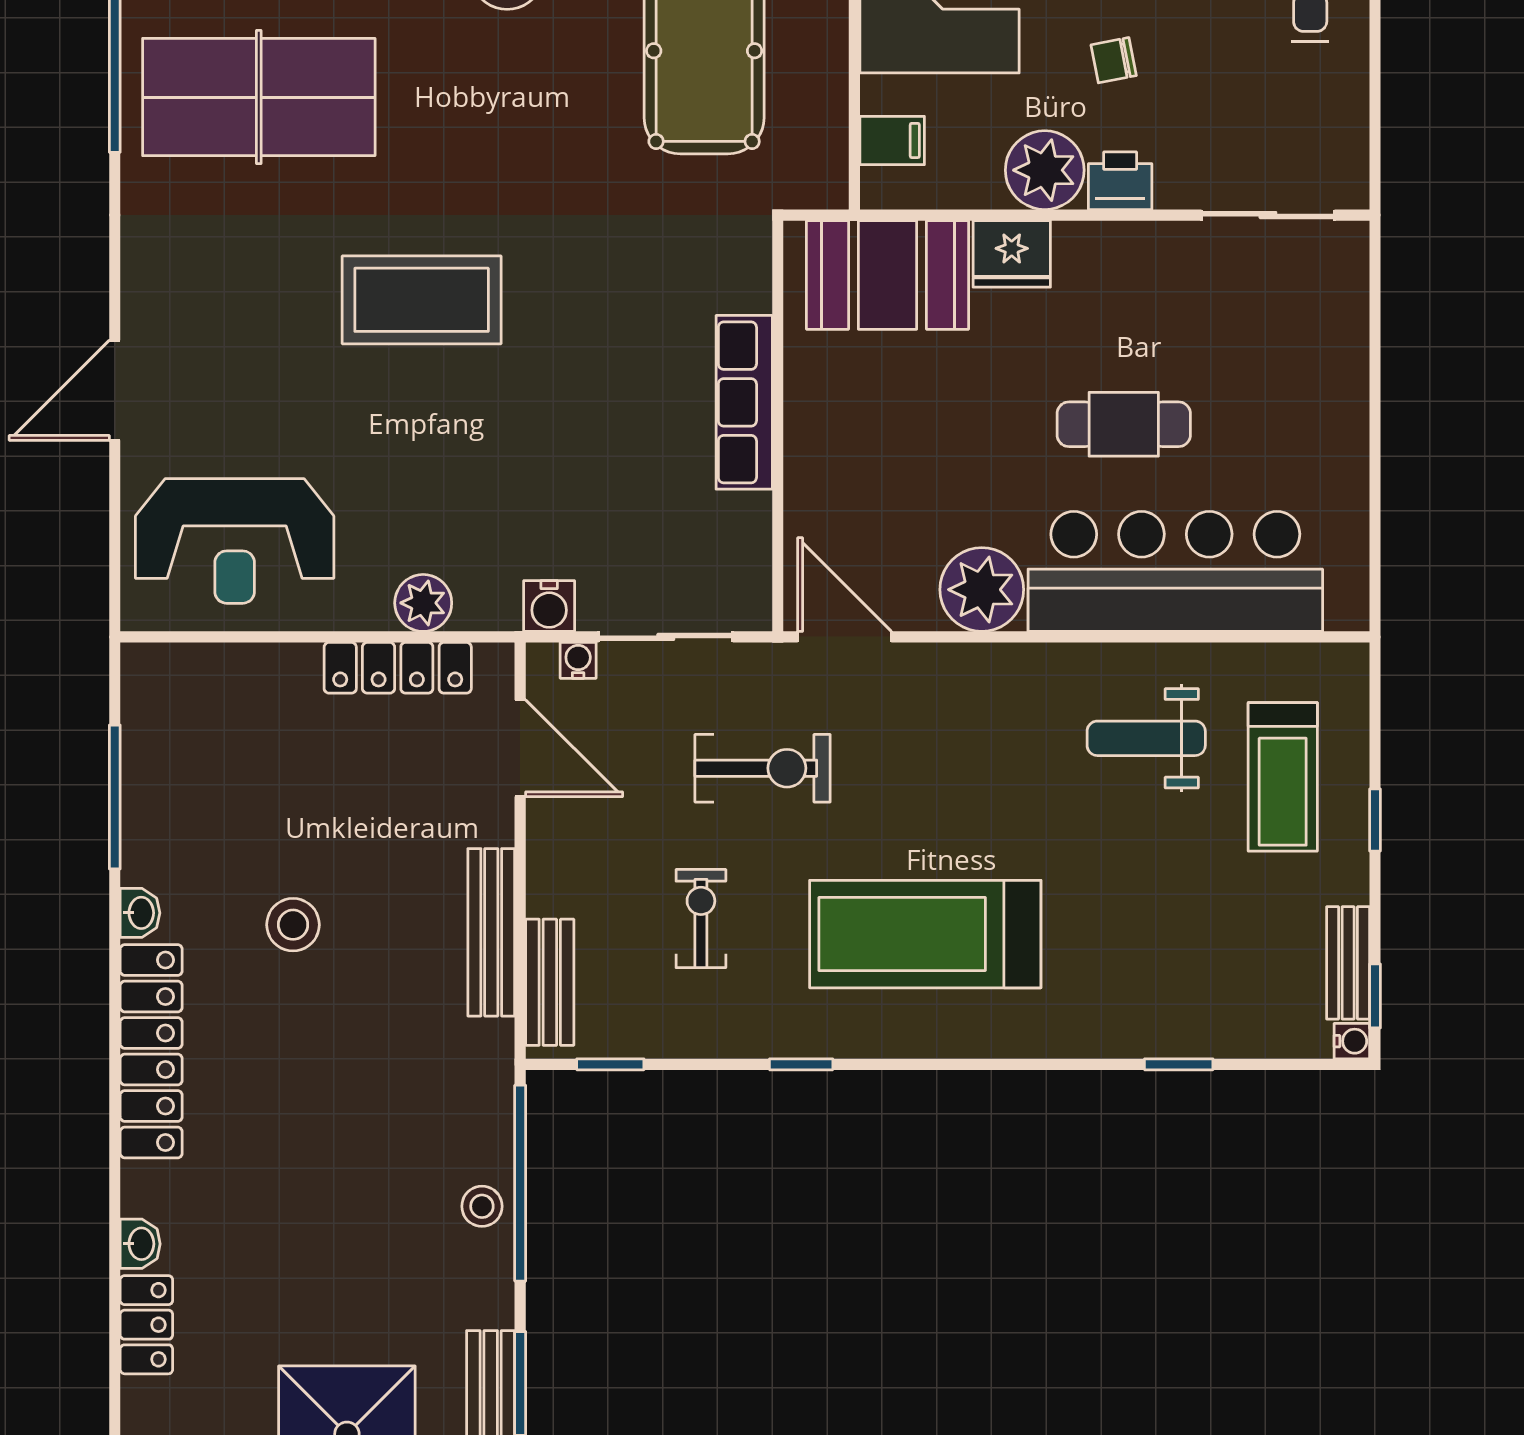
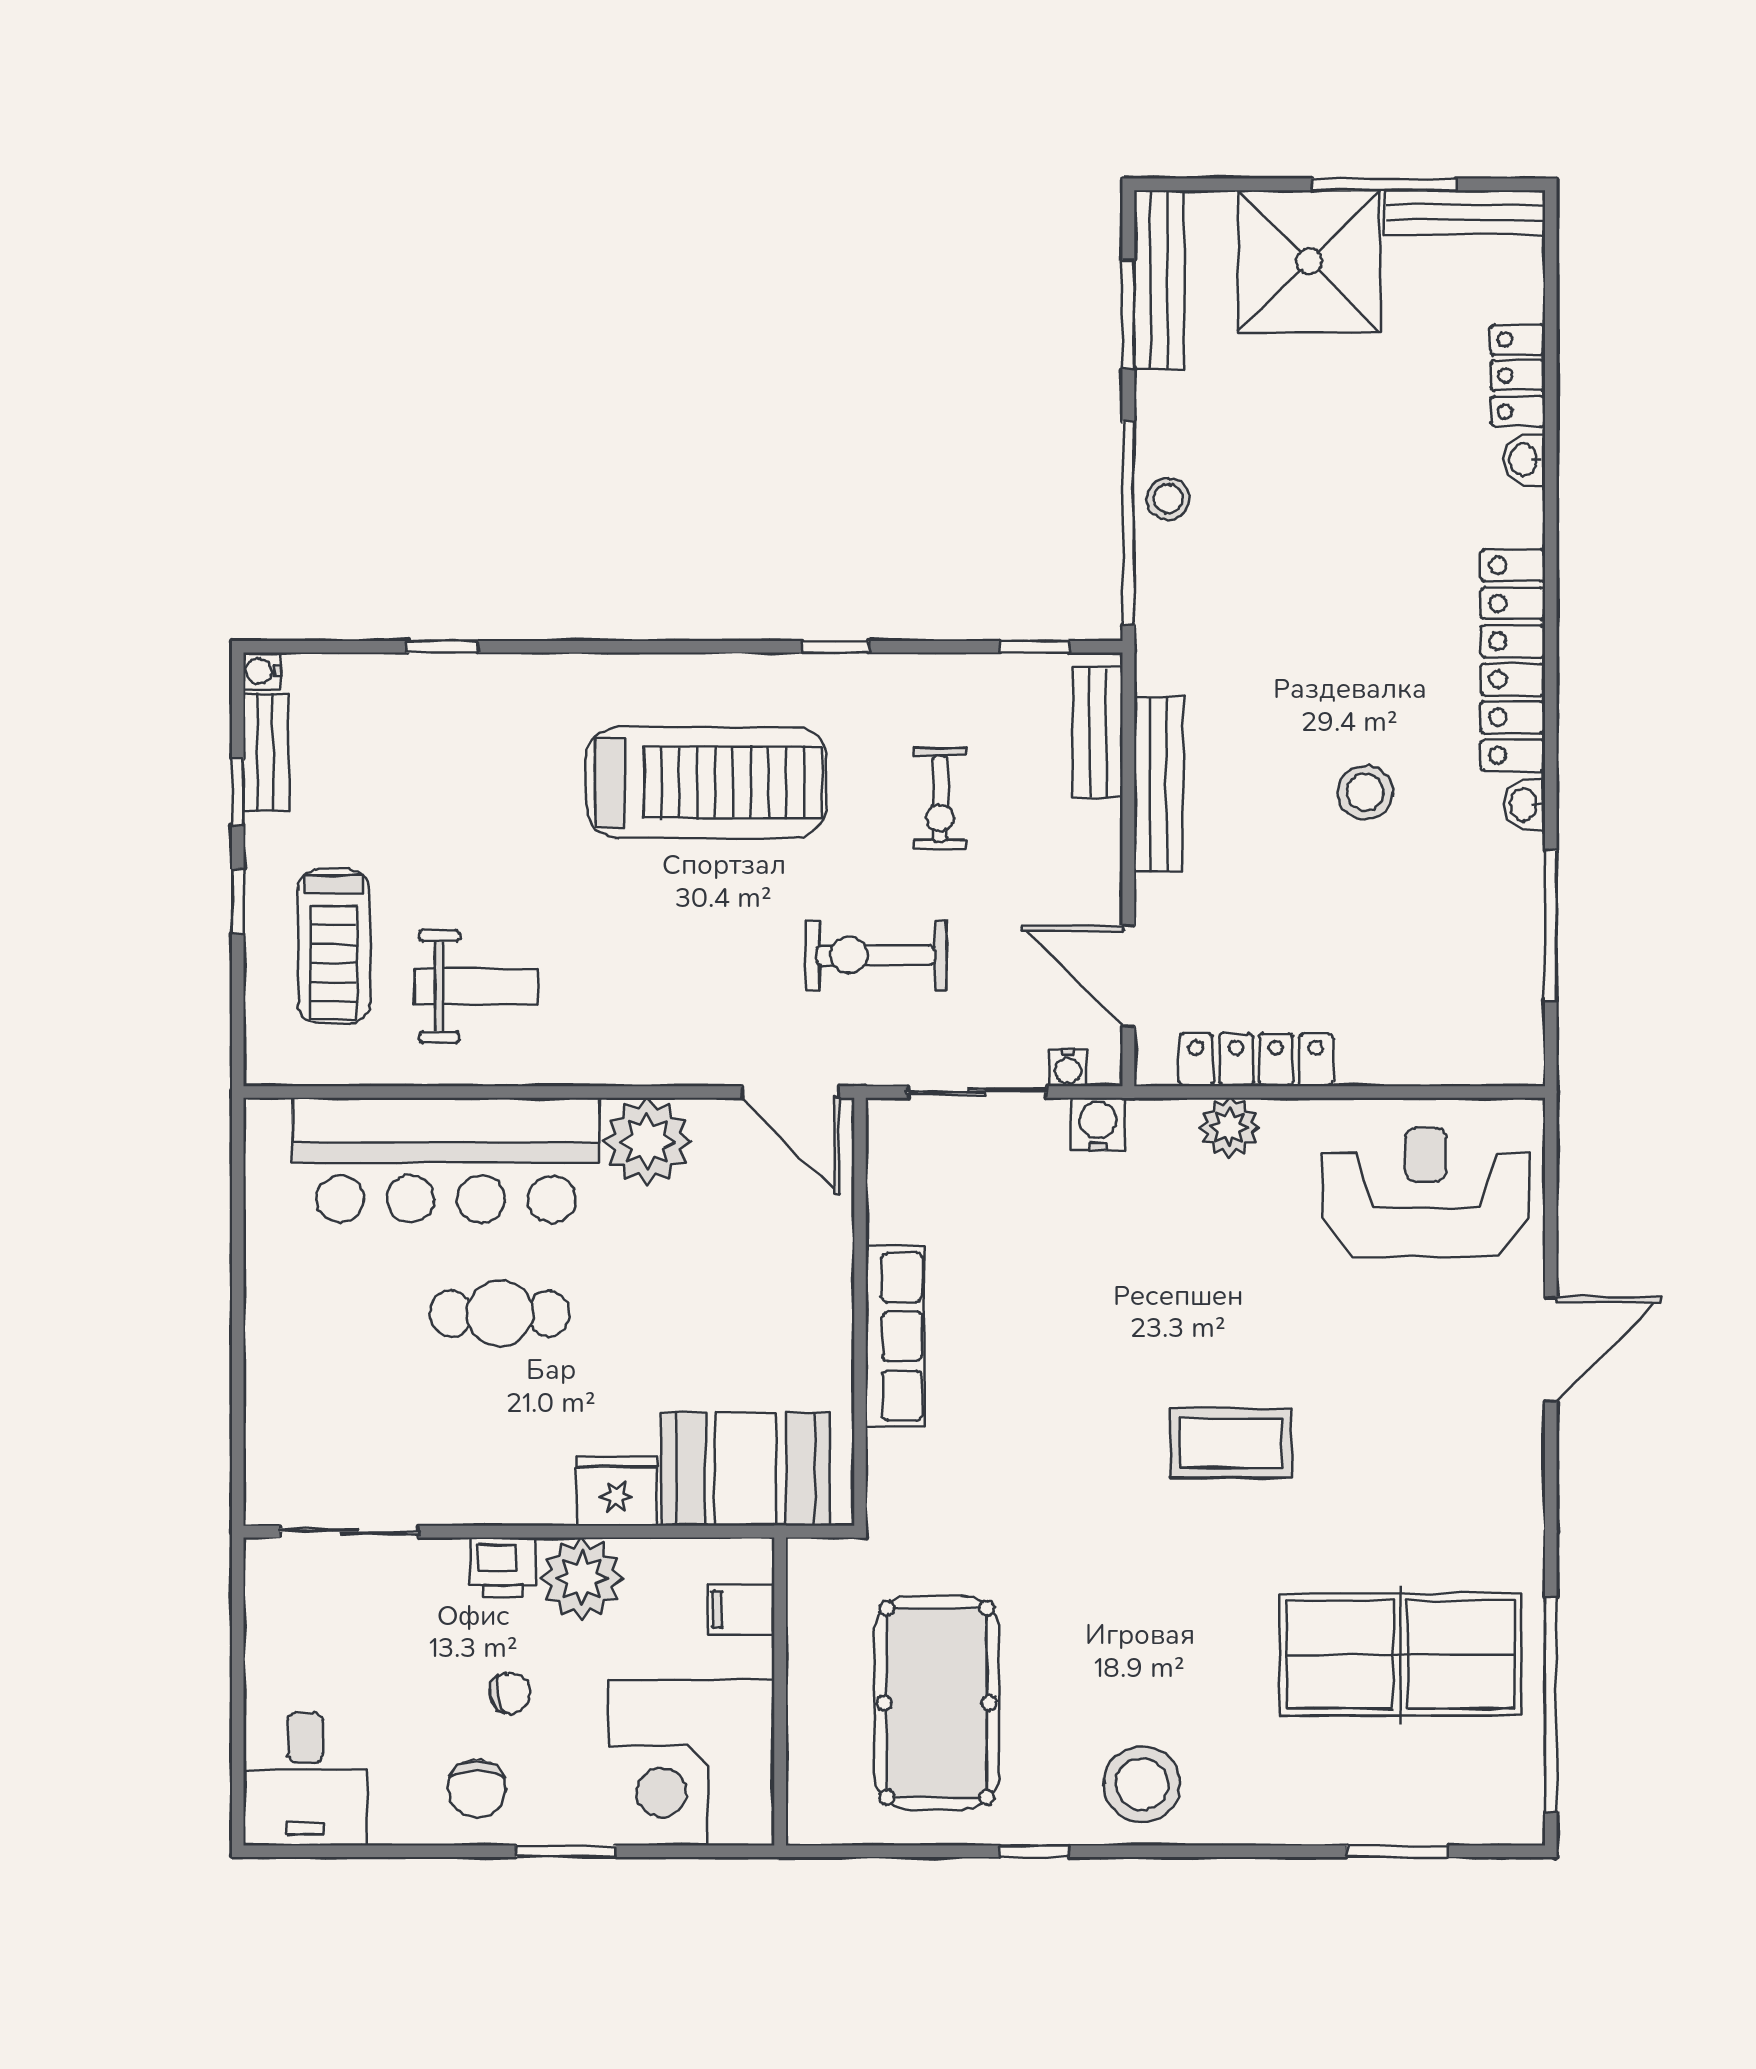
coffee table: (422, 300) -> (1231, 1443), width x0.73, depth x0.76
treadmill: (1283, 777) -> (334, 946), turned 180
window: (1375, 996) -> (238, 791), moved

